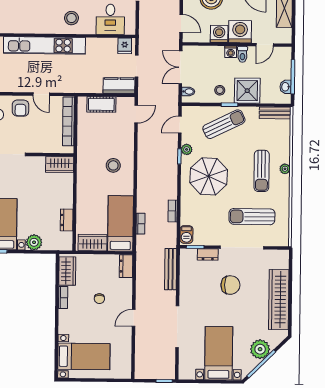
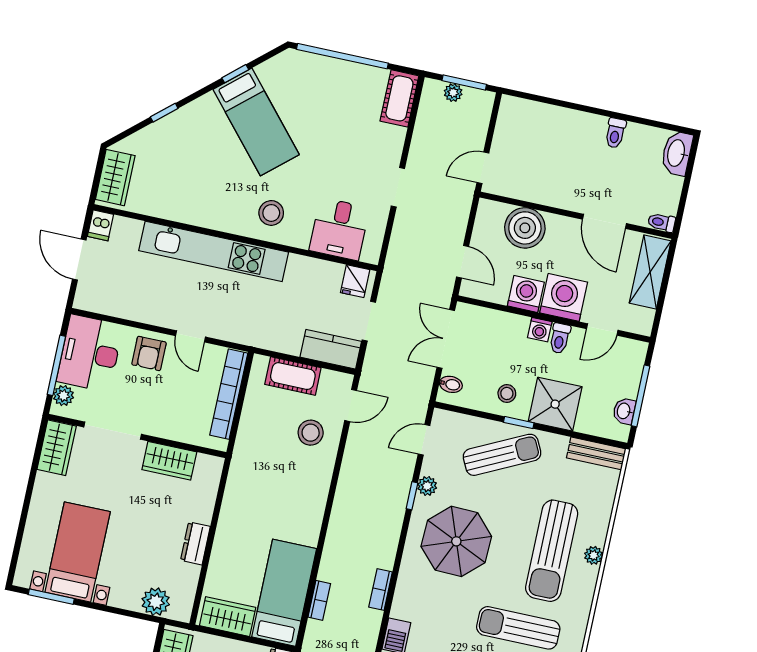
wardrobe: (60, 164) -> (169, 461), moved
stool: (113, 165) -> (311, 433), moved
sun lounger: (262, 171) -> (552, 551), width x1.36, depth x1.34
dresser: (67, 220) -> (195, 543), moved
plant: (34, 242) -> (156, 602), moved

